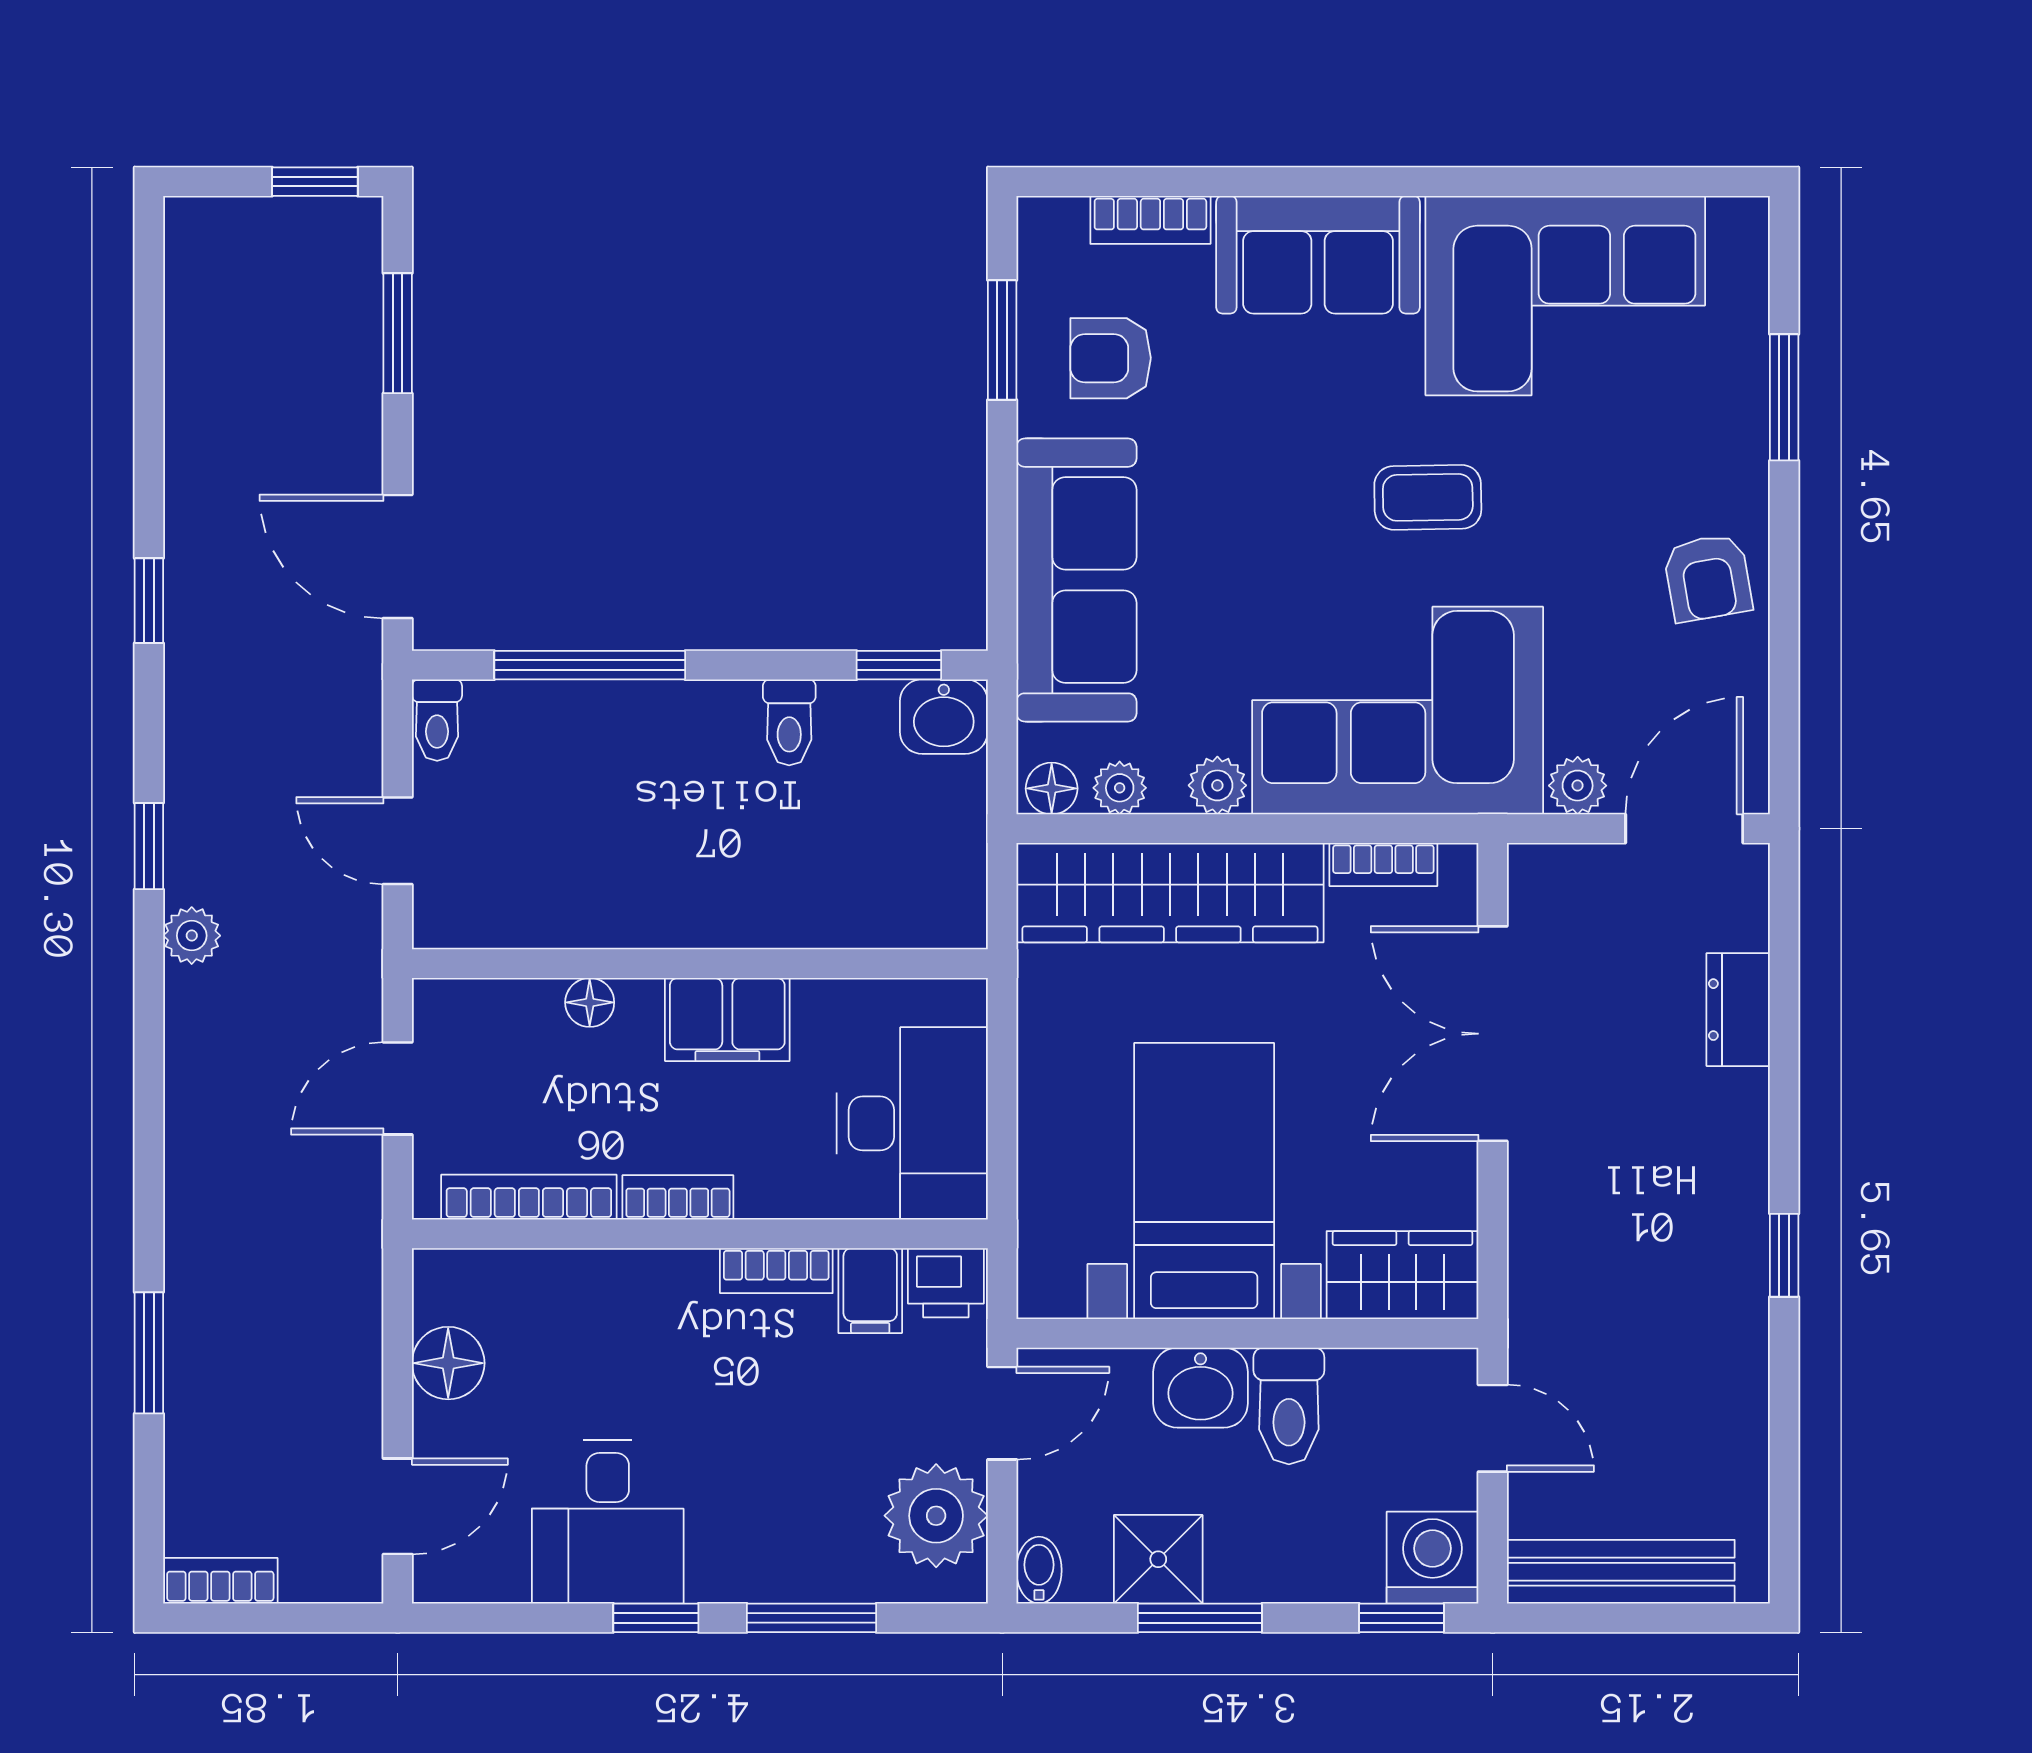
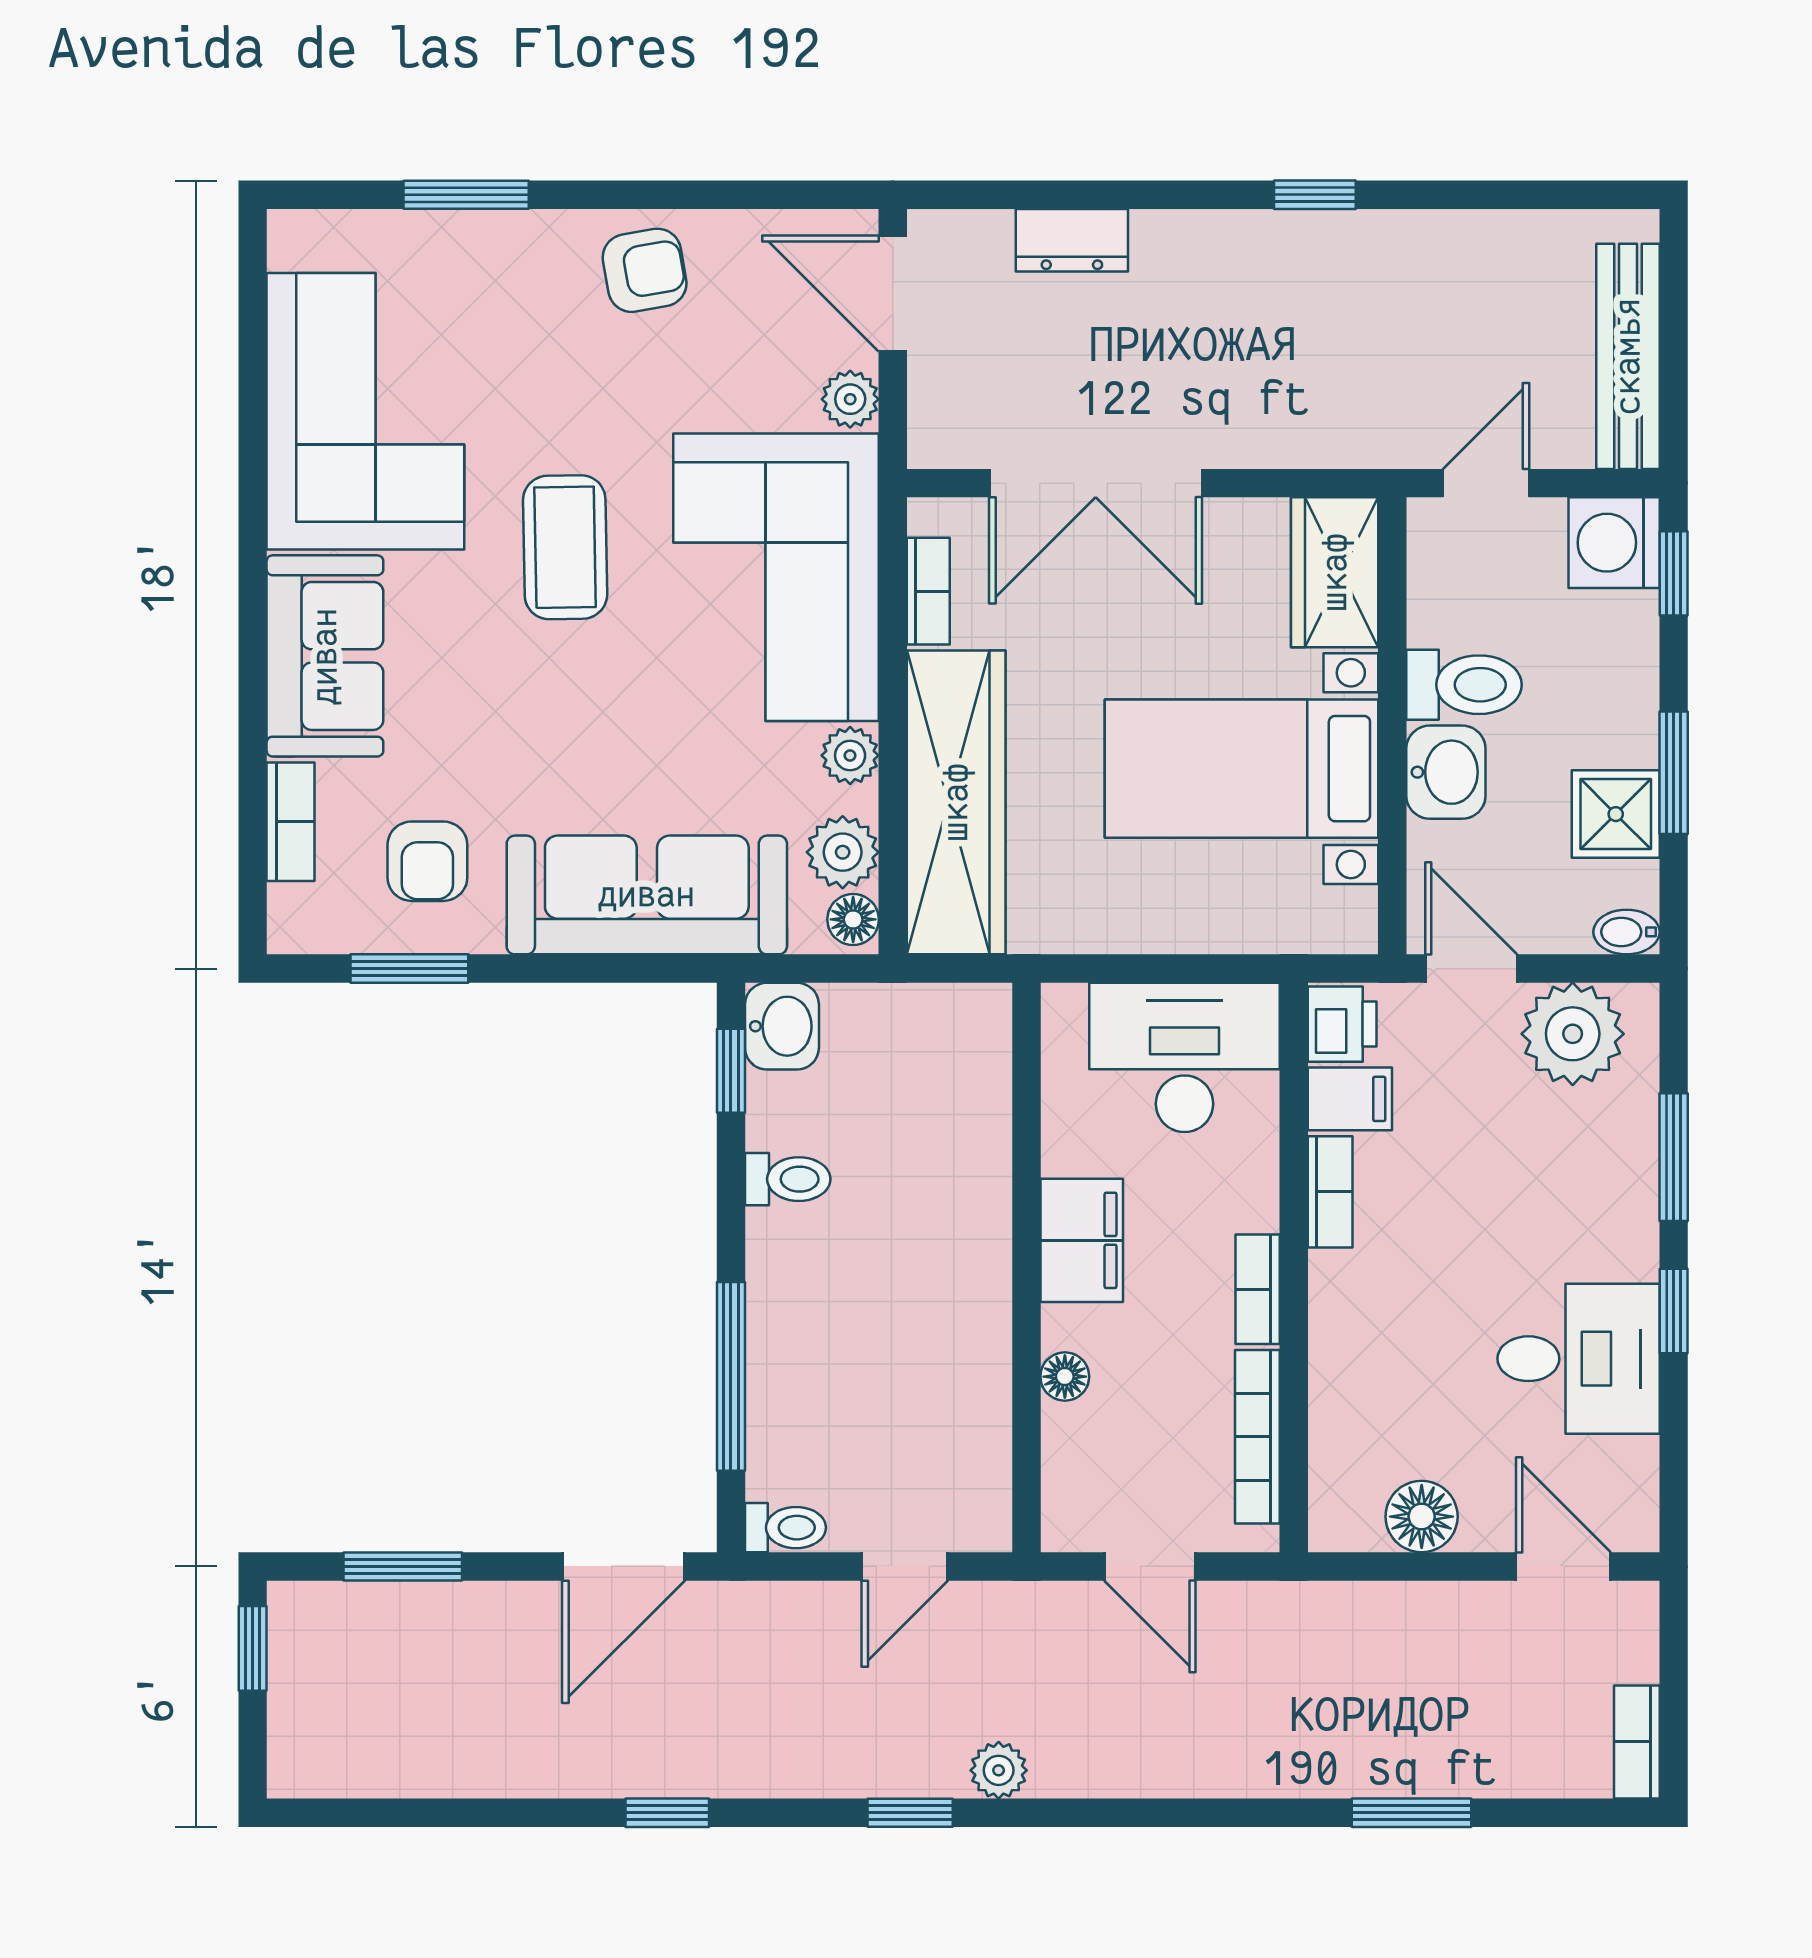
coffee table: (1428, 497) -> (565, 547), width x1.36, depth x1.30
plant: (1120, 788) -> (843, 852), width x1.38, depth x1.38

